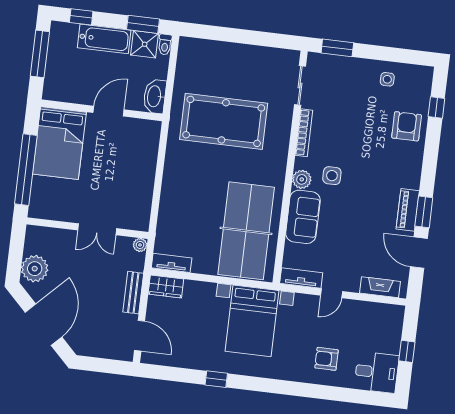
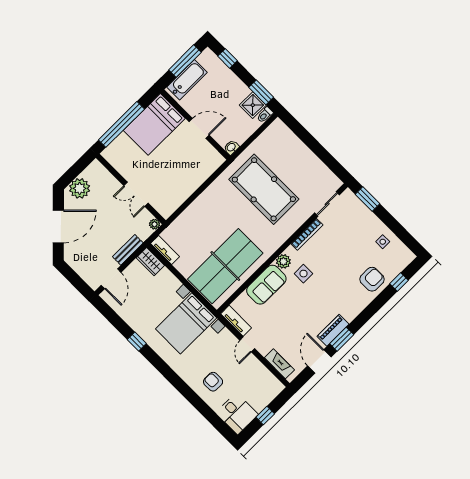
bathtub: (104, 39) -> (187, 80), moved, turned -90
washbasin: (155, 96) -> (231, 147), width x0.52, depth x0.69
door: (332, 293) -> (247, 344), hinge flipped

